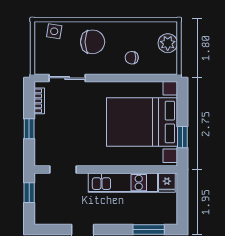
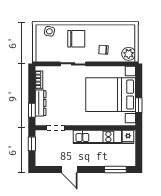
plant: (168, 43) -> (129, 54), moved
sliding door: (67, 78) -> (73, 64), moved
window: (29, 129) -> (32, 110), moved
dresser: (41, 134) -> (41, 103), added

